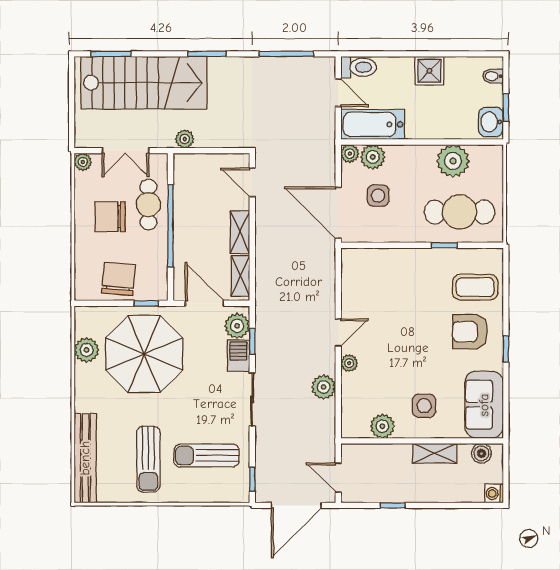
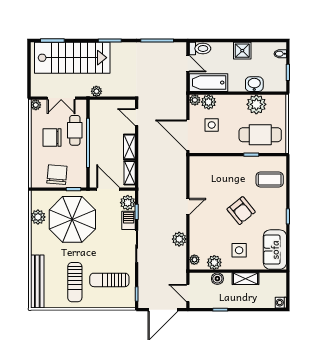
washbasin: (491, 122) -> (254, 84), moved, turned 90
armchair: (470, 332) -> (241, 211), moved, turned -129
plant: (349, 363) -> (194, 260), moved
boiler: (481, 453) -> (217, 279), moved

